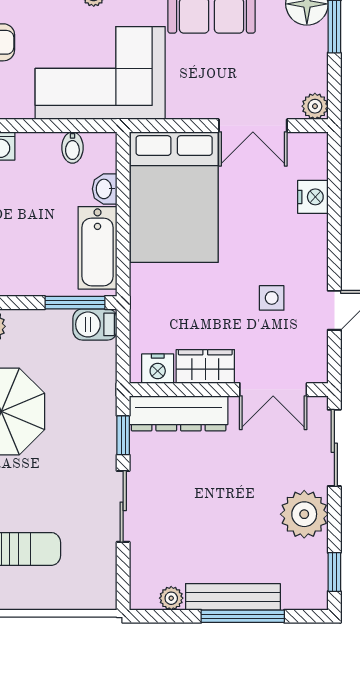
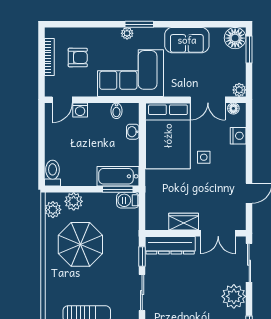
floor lamp: (303, 143) -> (233, 108), added
bathtub: (98, 248) -> (118, 176), moved, turned 90
side table: (272, 298) -> (204, 157), moved
nightstand: (158, 369) -> (160, 223), removed

